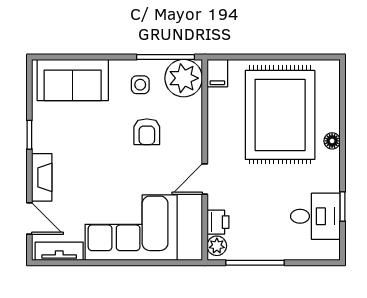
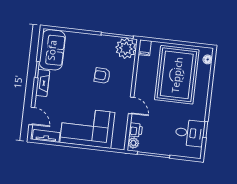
sofa: (73, 80) -> (52, 50), moved, turned -90
side table: (140, 85) -> (101, 49), removed
armchair: (147, 132) -> (102, 76), turned 93
floor lamp: (332, 141) -> (208, 59), moved
fireplace: (42, 177) -> (43, 83), moved
door: (205, 179) -> (131, 105), swing flipped

